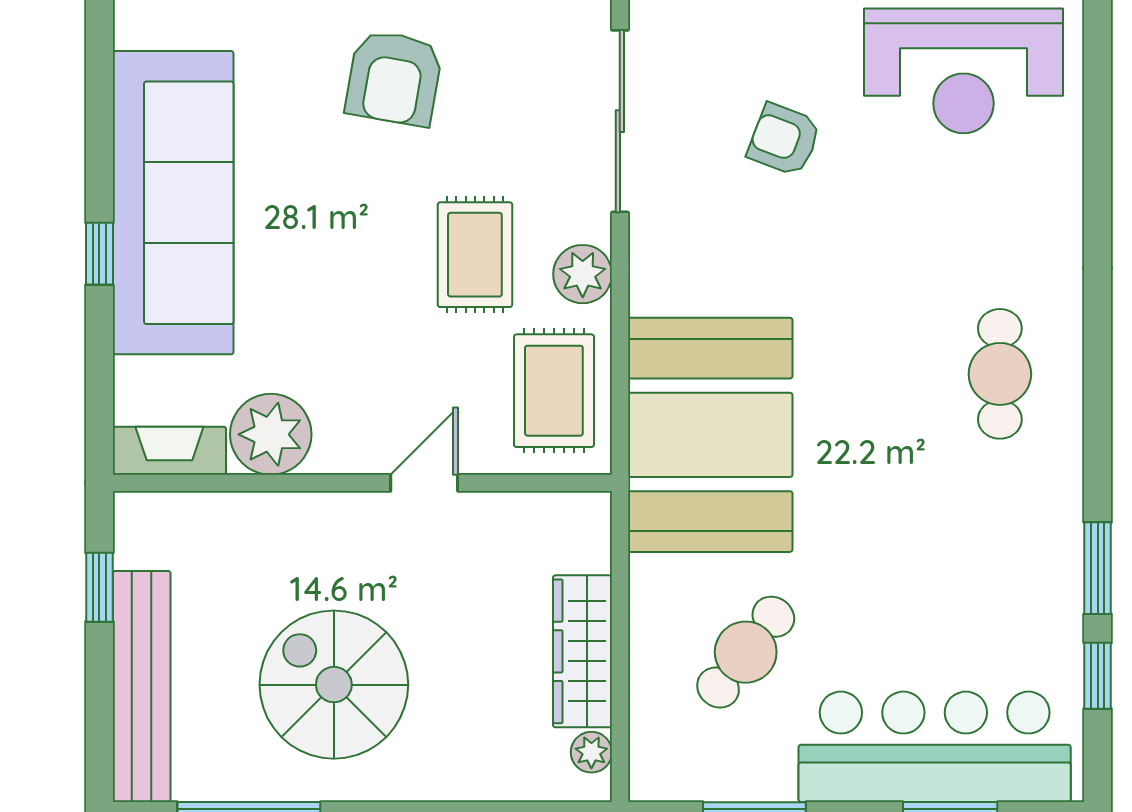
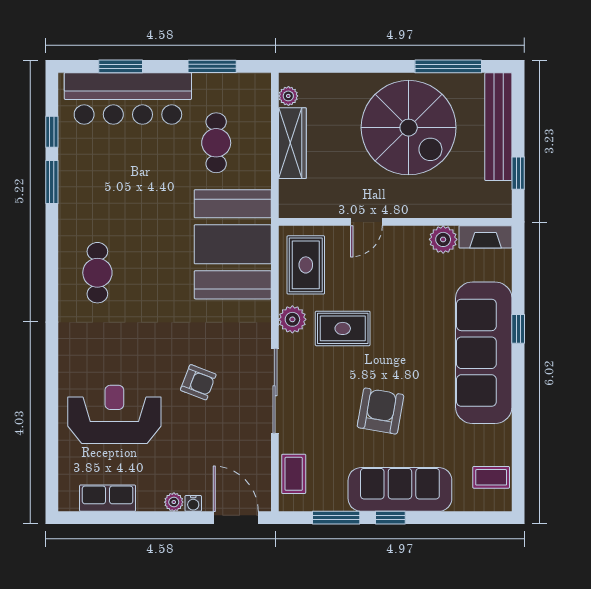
rug: (475, 255) -> (343, 328), turned 90
plant: (271, 434) -> (443, 239), width x0.73, depth x0.73
cafe table: (746, 652) -> (216, 143), turned -38
spiral stairs: (334, 685) -> (409, 128), width x1.37, depth x1.37

